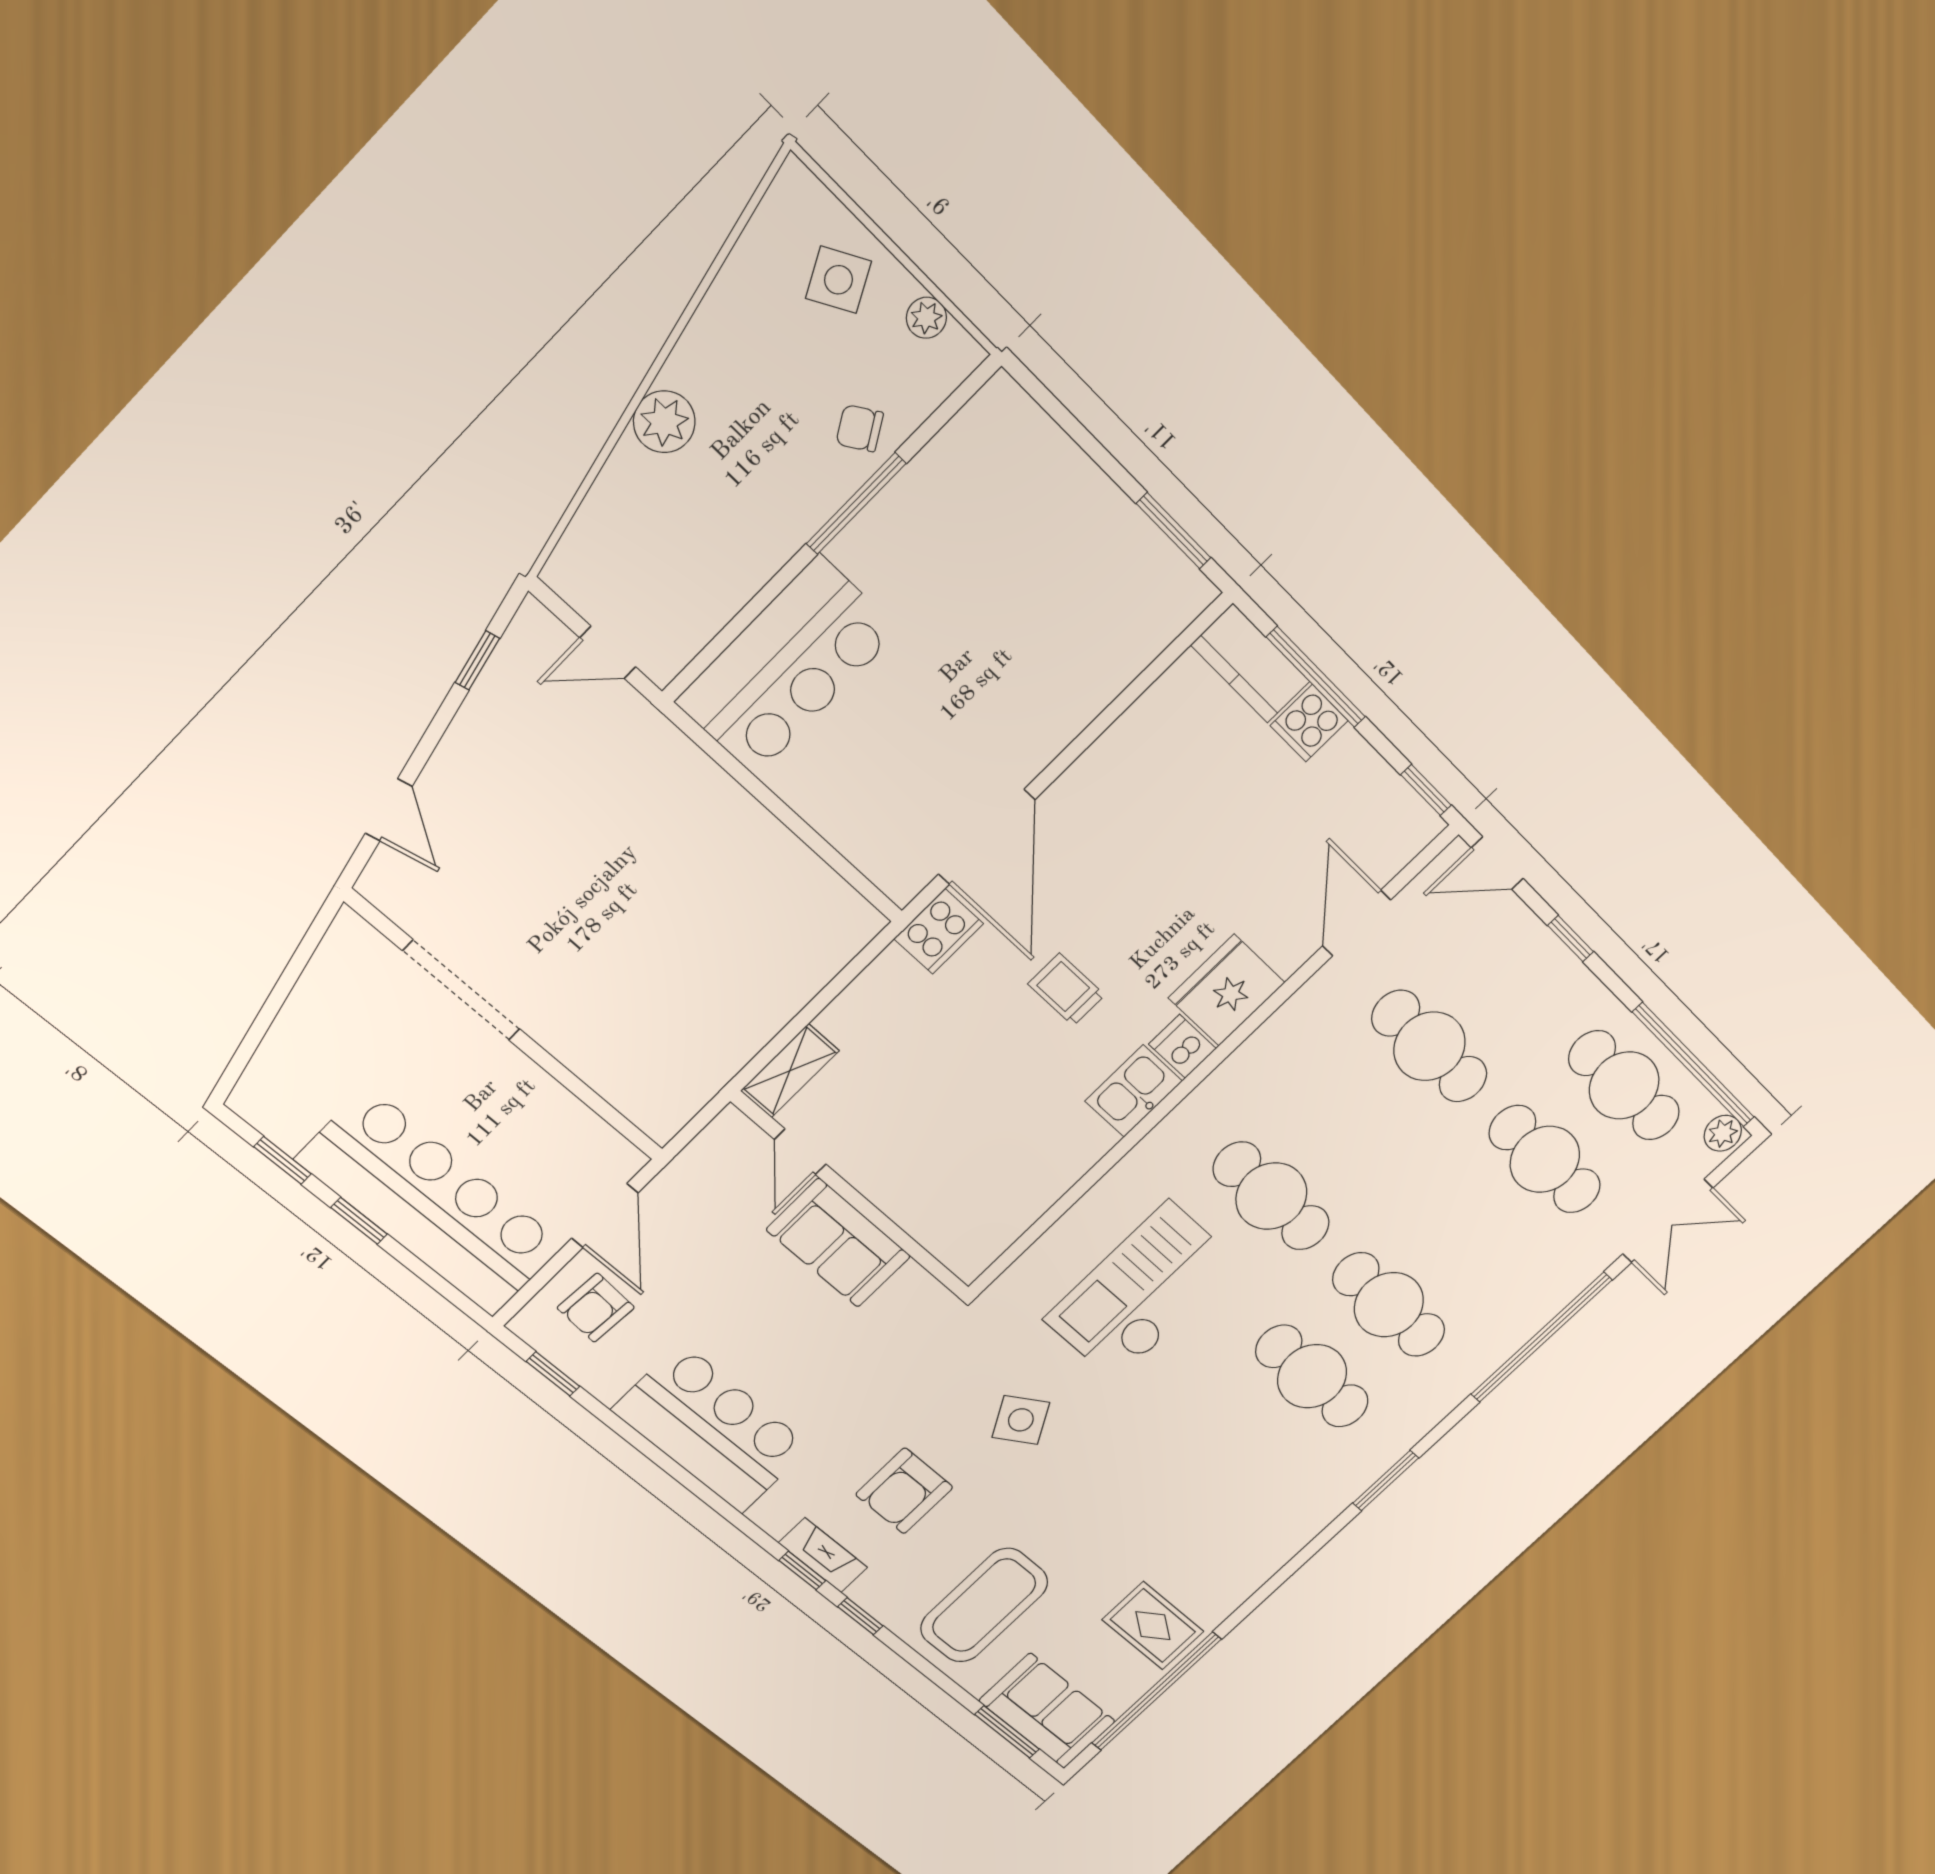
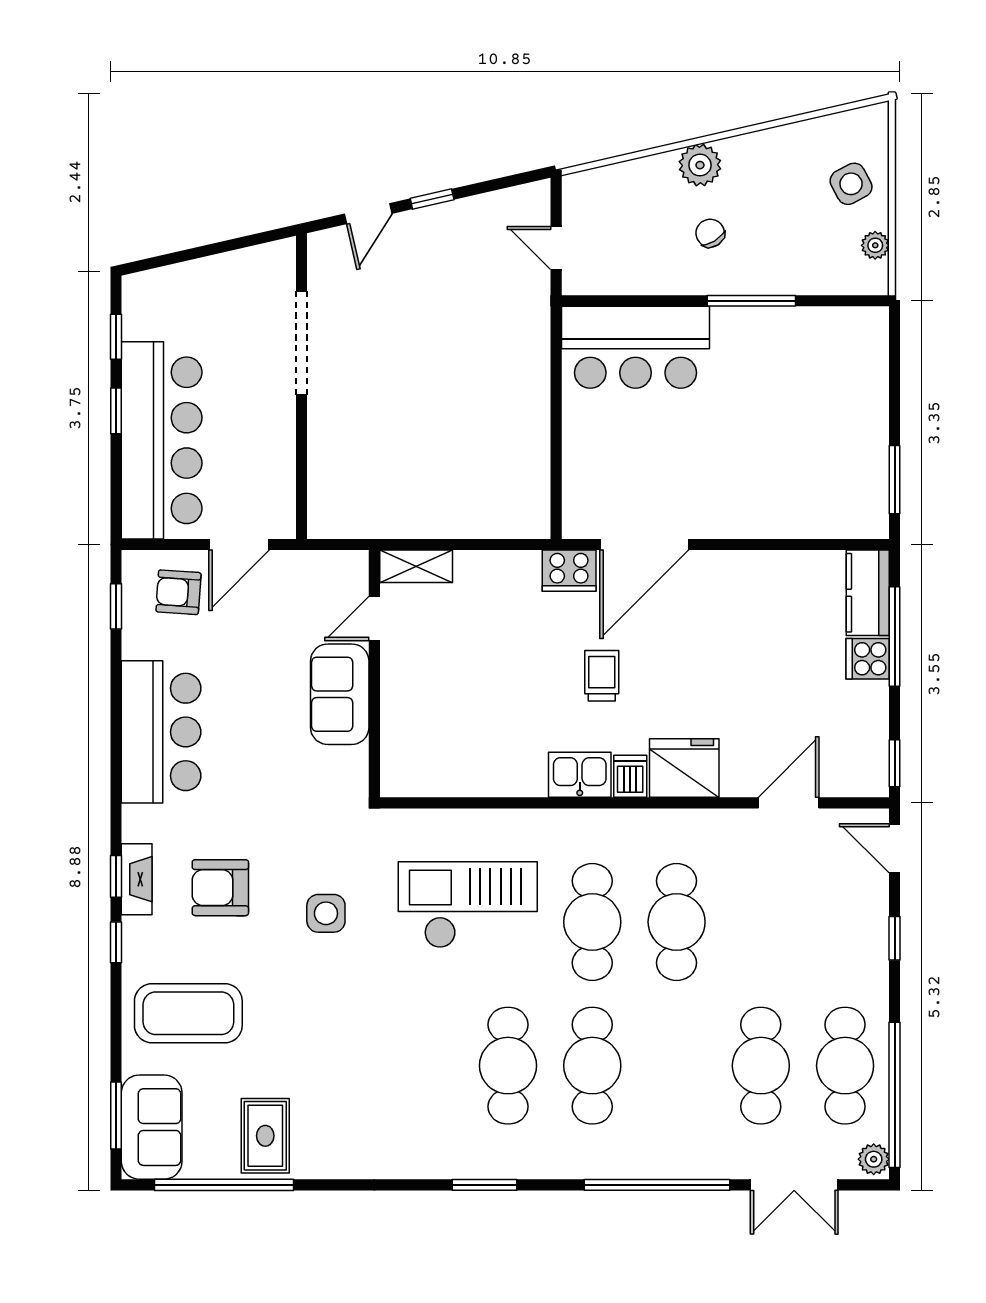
chair: (860, 428) -> (710, 233), moved
window: (477, 660) -> (432, 199), moved
cafe table: (1430, 1046) -> (677, 922), moved
side table: (1021, 1420) -> (326, 913), turned 31

